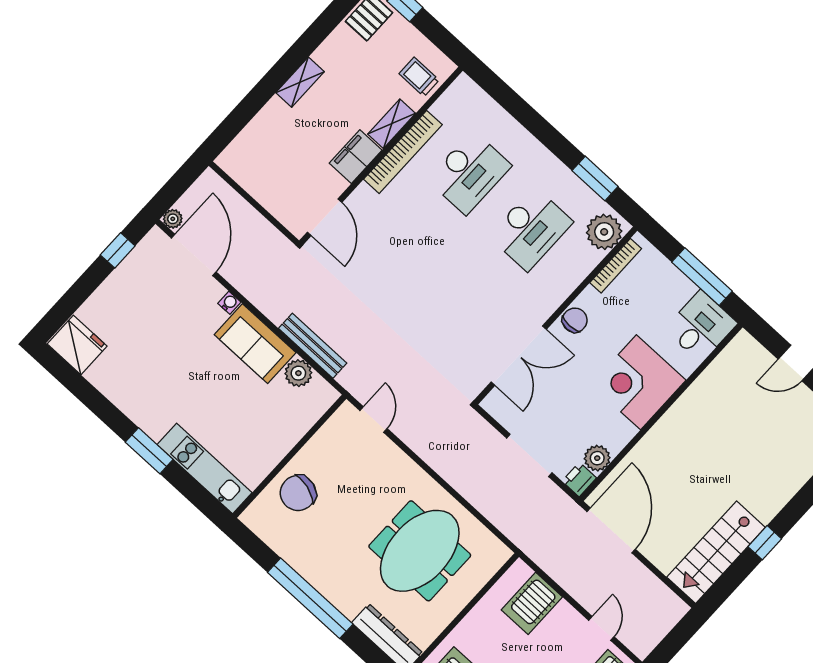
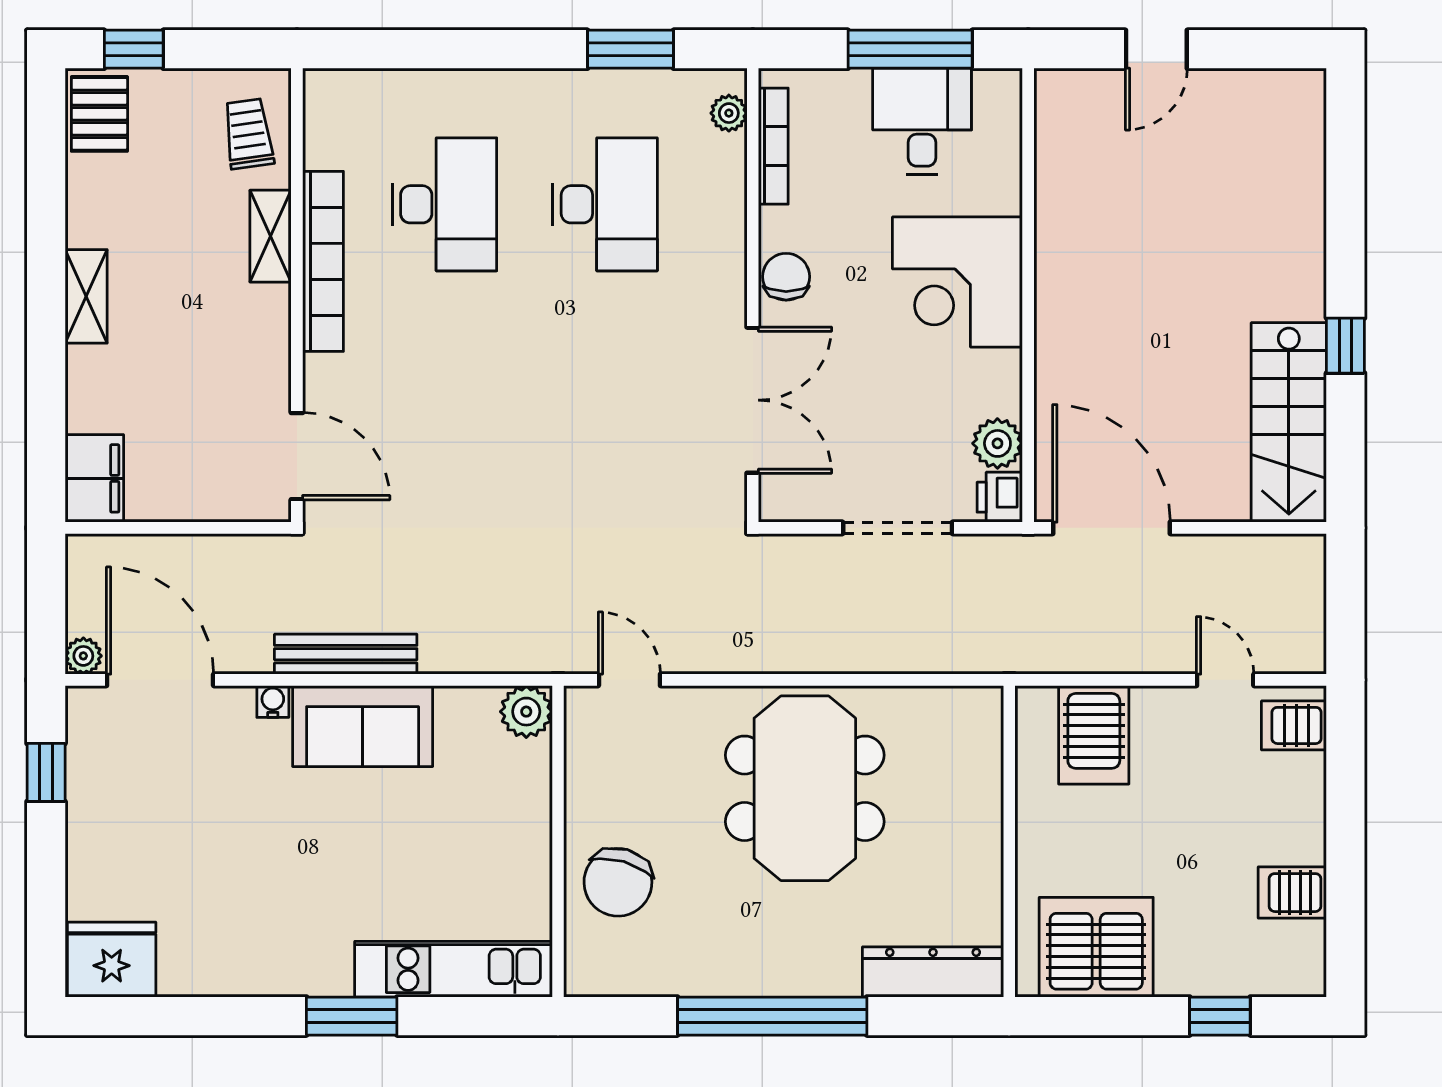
trolley: (419, 77) -> (248, 134), turned 82
filing cabinet: (356, 157) -> (94, 478), moved, turned 180
plant: (604, 232) -> (729, 113), width x0.53, depth x0.53
desk: (701, 326) -> (922, 121), moved
bench: (313, 346) -> (346, 654), moved
plant: (298, 373) -> (526, 712), moved
meeting table: (420, 551) -> (805, 788), moved

